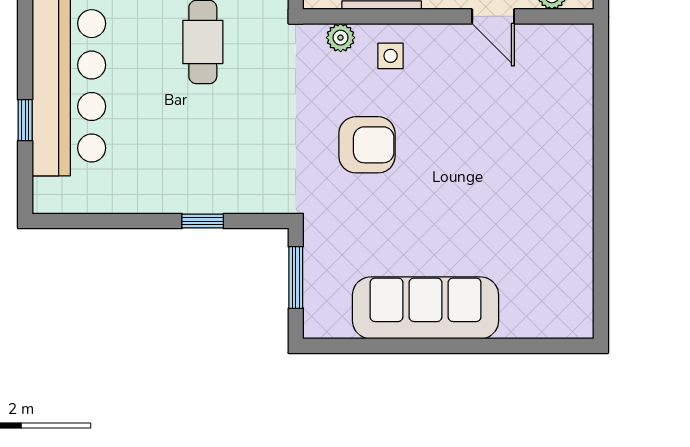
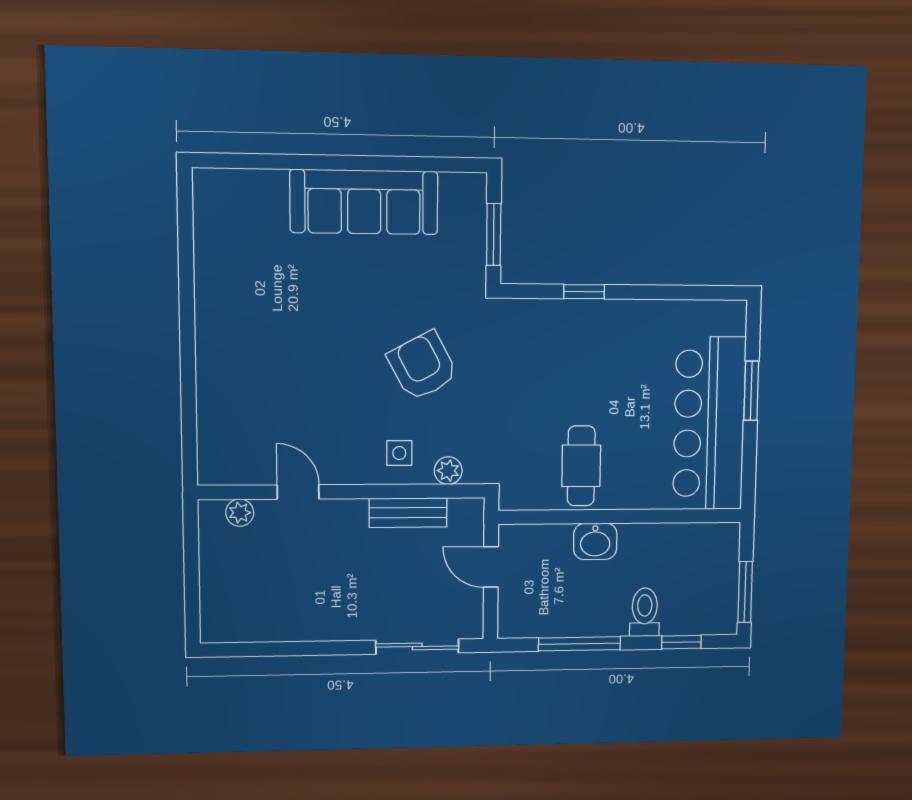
window: (25, 120) -> (751, 391), width x1.50
armchair: (367, 145) -> (423, 366), turned 62

